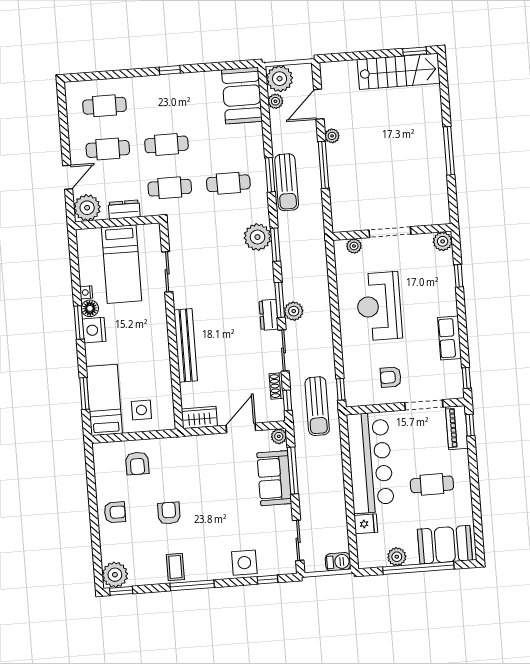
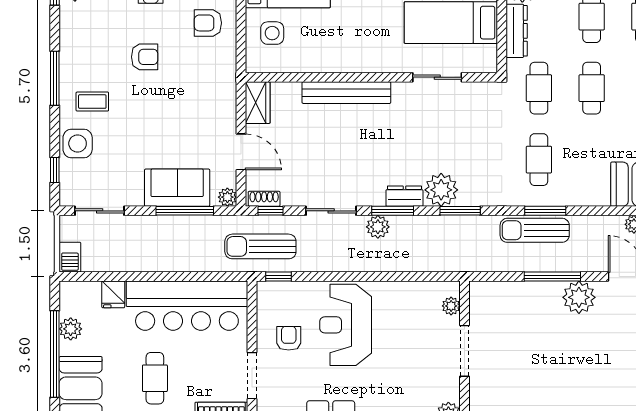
plant: (332, 136) -> (579, 297), width x1.88, depth x1.88
dresser: (124, 210) -> (517, 31), width x1.44
plant: (257, 237) -> (441, 190), moved
reception desk: (379, 306) -> (346, 325), moved, turned -90
dresser: (269, 315) -> (404, 196), moved
shoe rack: (276, 386) -> (264, 199), moved
coffee table: (175, 567) -> (92, 102), moved

